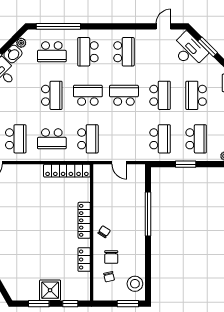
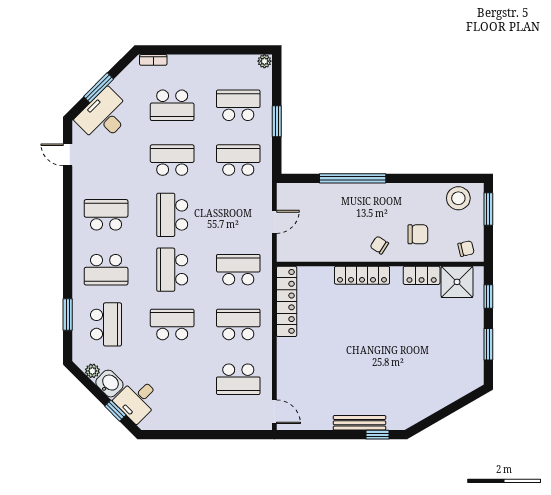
window: (58, 26) -> (68, 315), width x0.47
school desk: (16, 139) -> (238, 379), turned 180
school desk: (52, 139) -> (238, 324), turned -90
chair: (109, 277) -> (466, 249), moved
shower: (50, 290) -> (457, 282), moved

